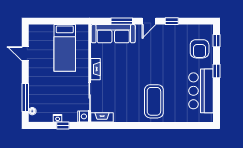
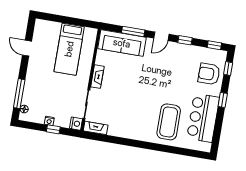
window: (200, 21) -> (214, 45), added
armchair: (200, 49) -> (209, 74), turned 90
coffee table: (154, 101) -> (169, 122), moved

